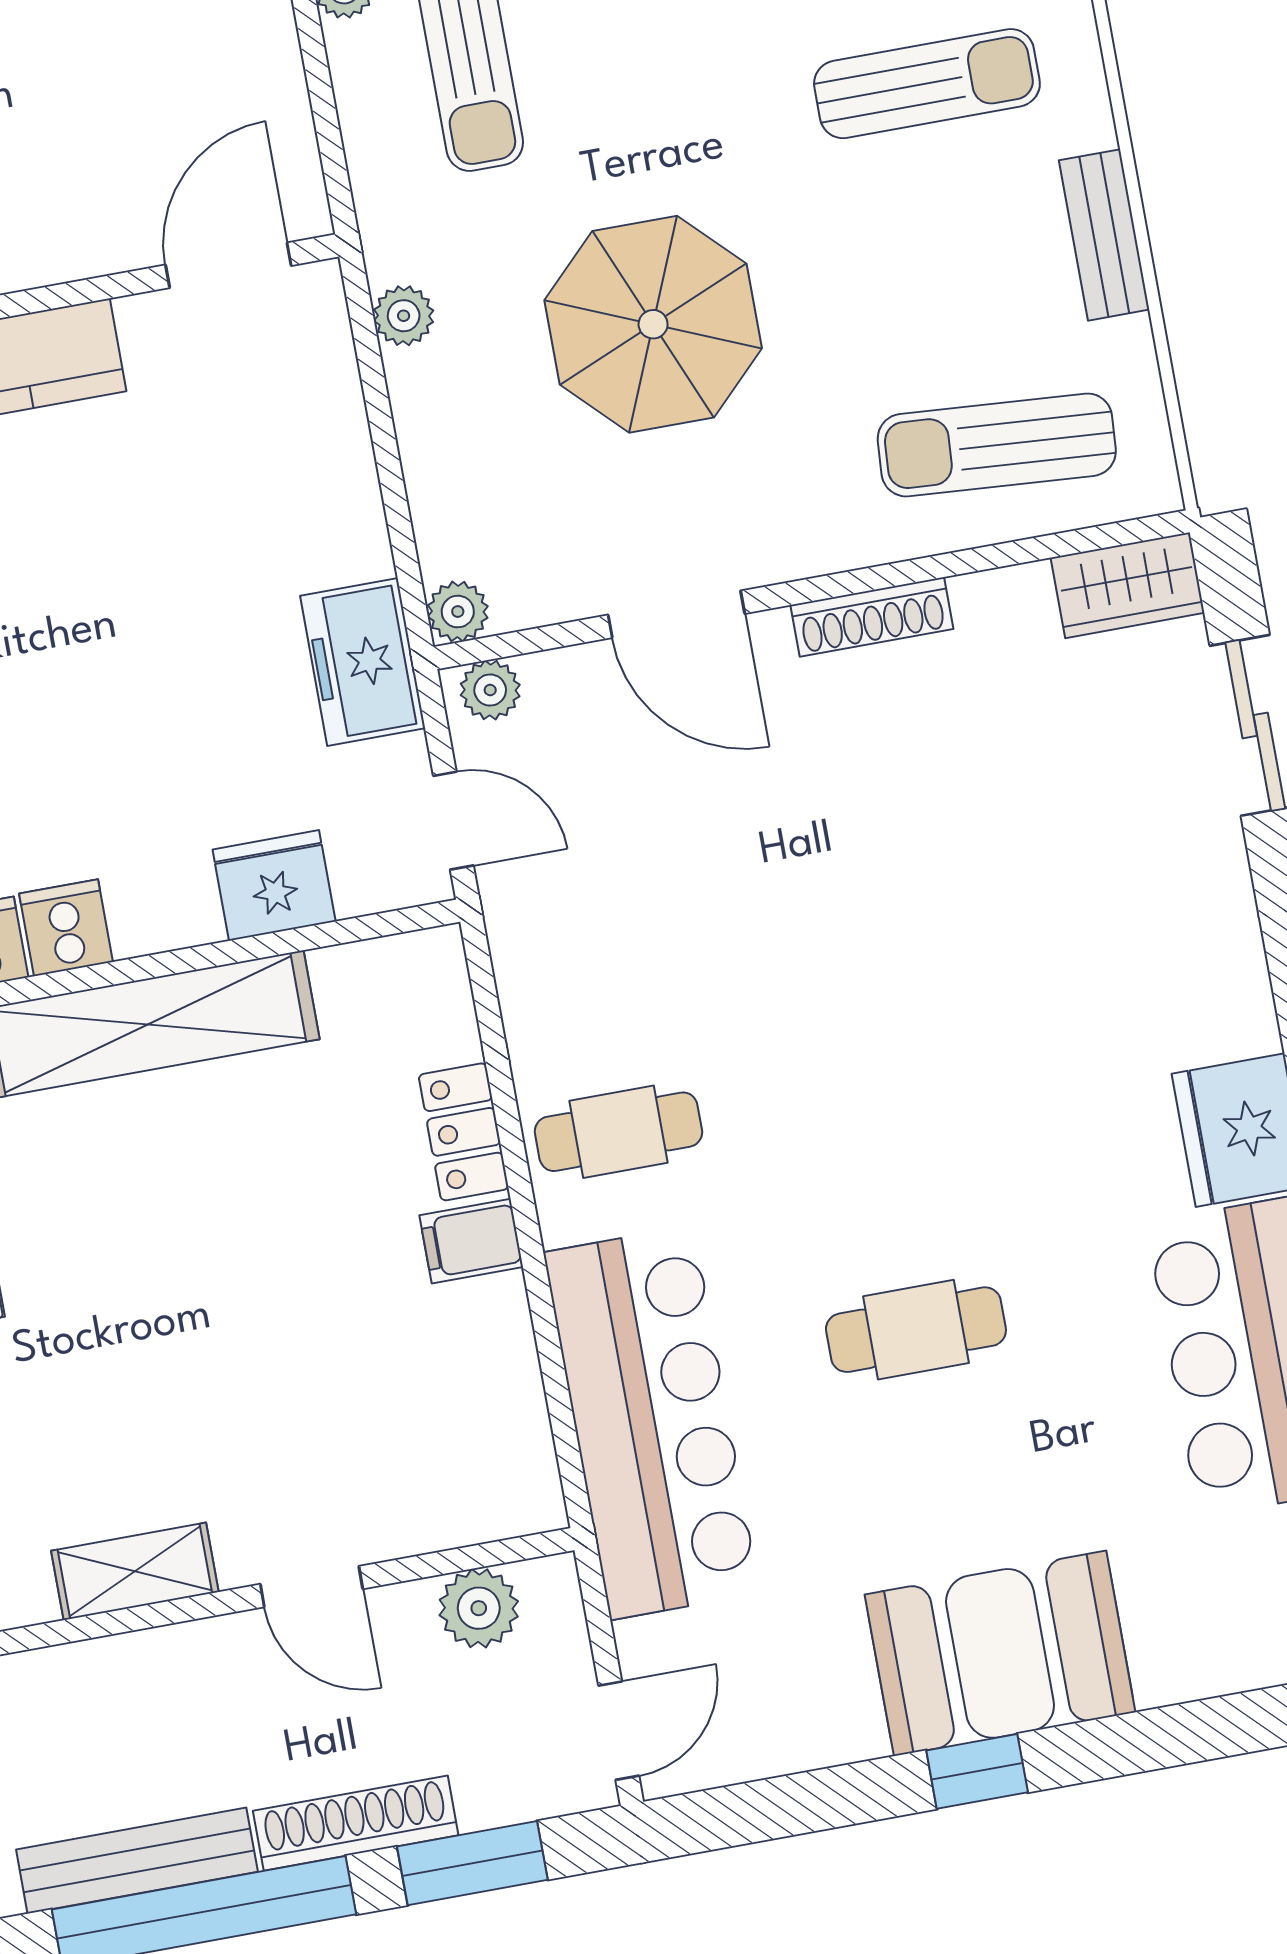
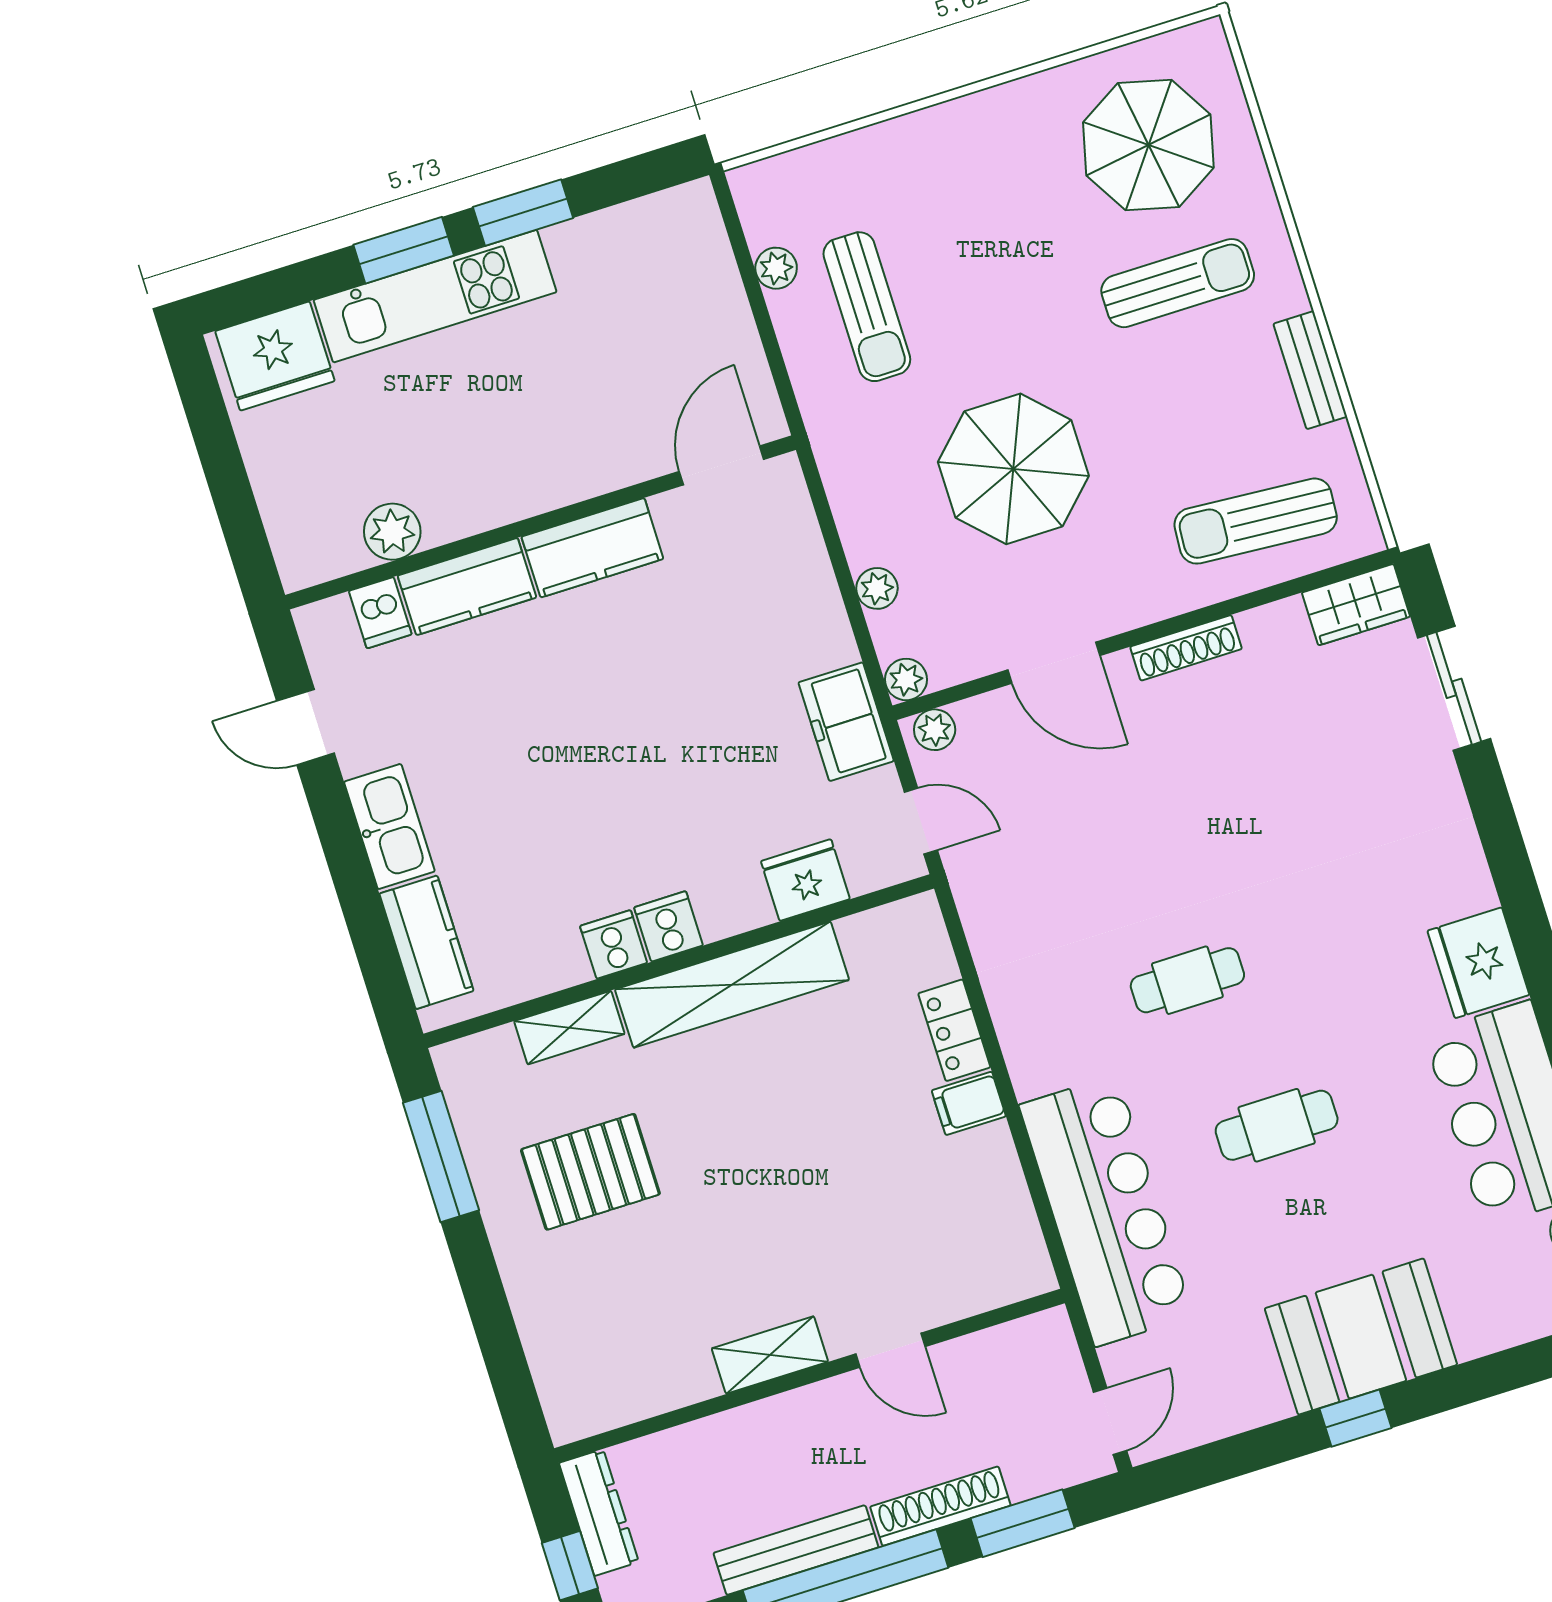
plant: (404, 316) -> (877, 588), moved
cafe table: (618, 1132) -> (1187, 980), moved
plant: (479, 1608) -> (1005, 1351), removed

